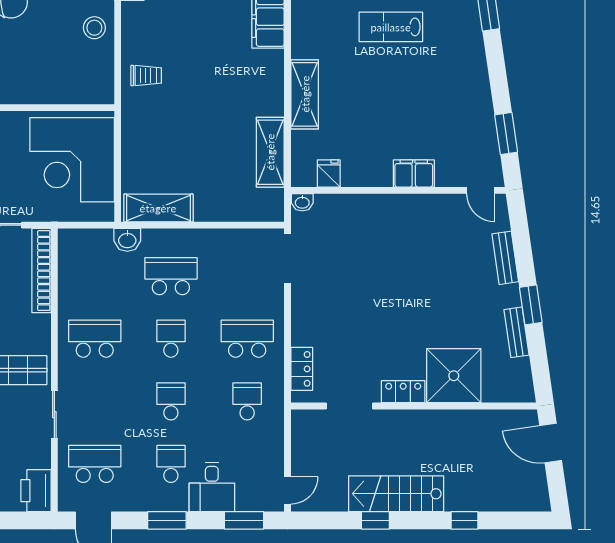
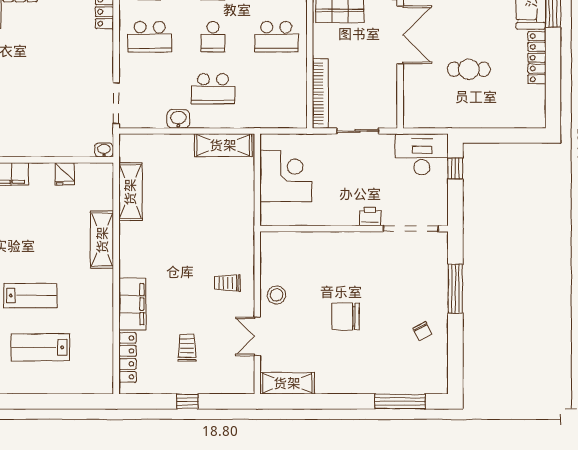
trolley: (146, 75) -> (227, 283), moved
corner desk: (72, 160) -> (286, 176), width x0.74, depth x0.74
fridge: (329, 173) -> (65, 174), moved
washbasin: (127, 240) -> (178, 119), moved

